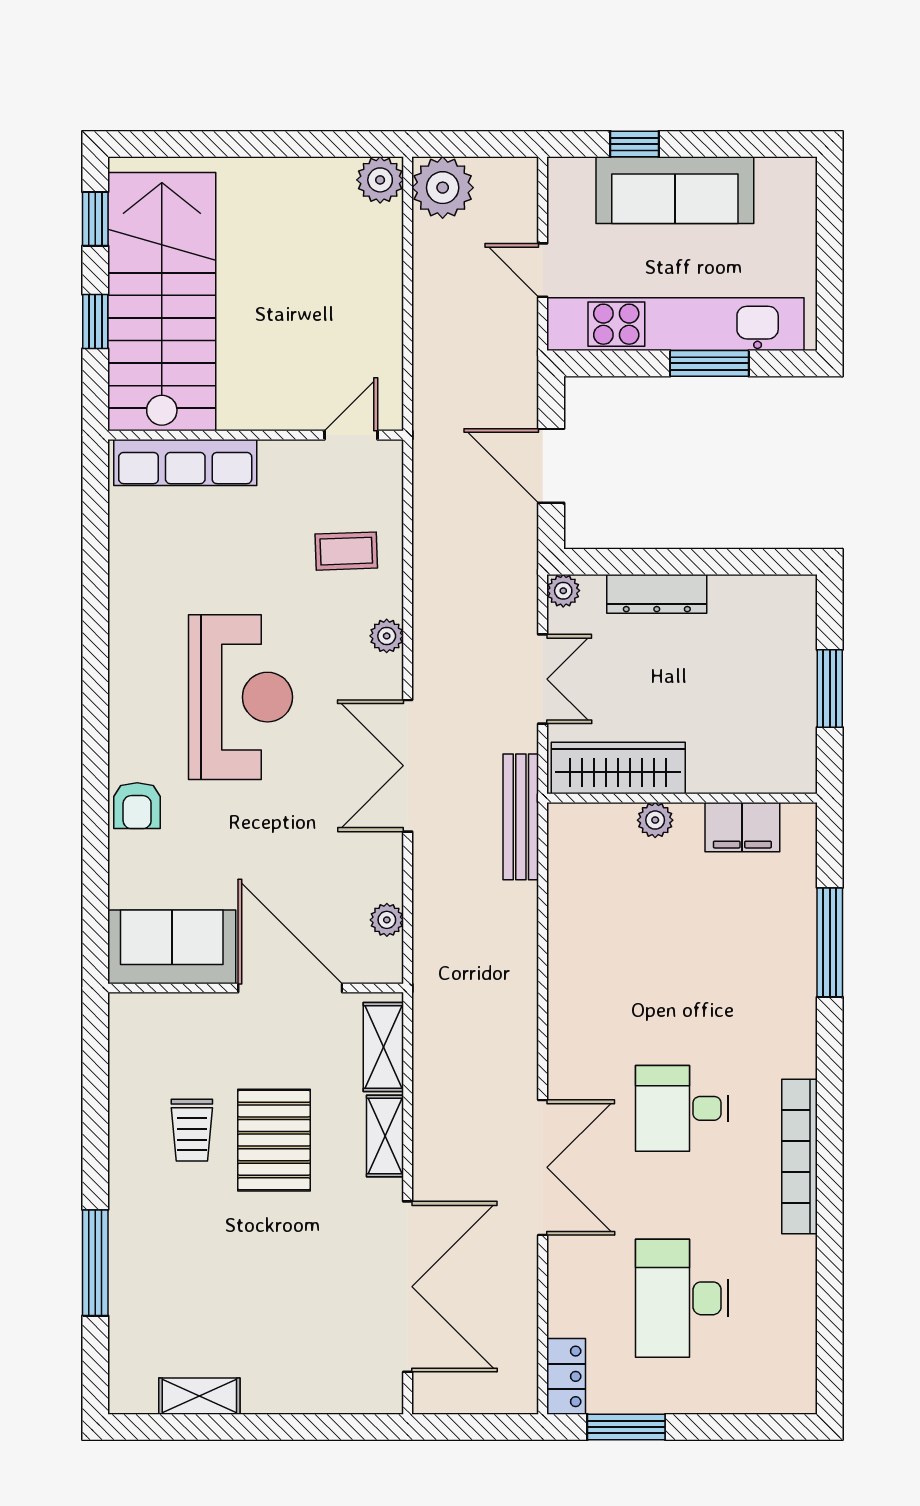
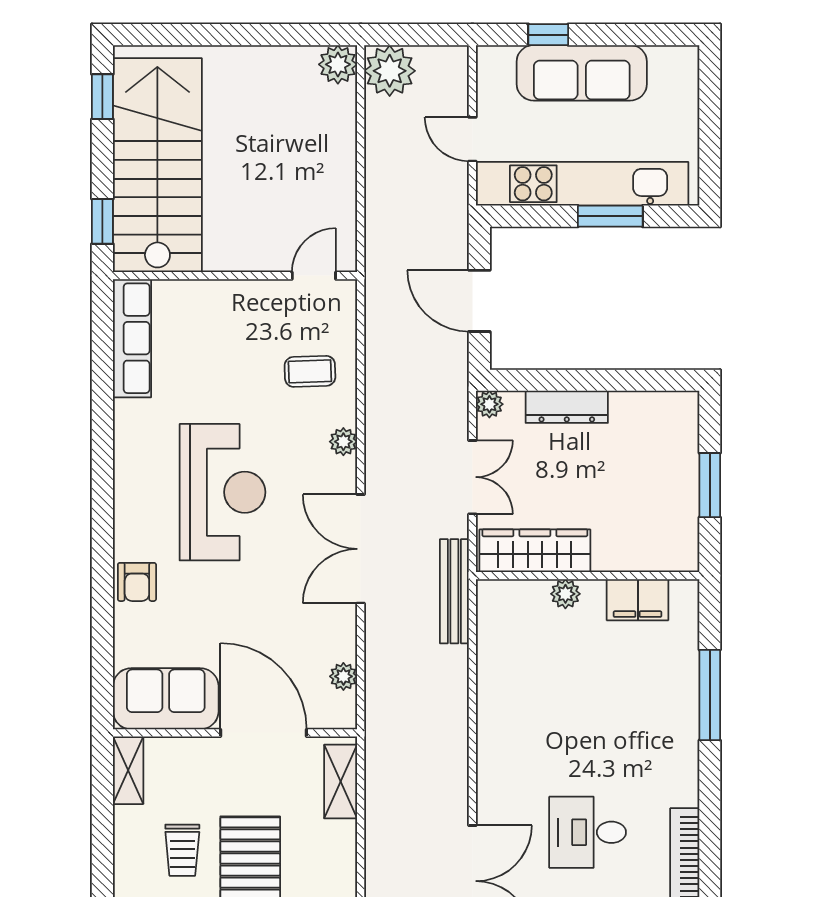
window: (95, 322) -> (102, 221), moved
row of seats: (185, 462) -> (132, 338), moved, turned -90
shelving: (385, 1136) -> (128, 770), moved

